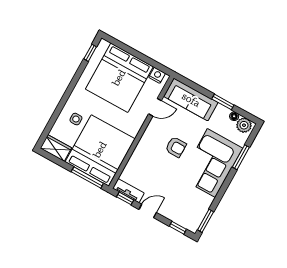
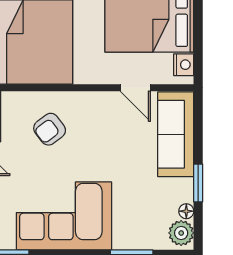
armchair: (176, 147) -> (50, 129), moved, turned 53
corner sofa: (211, 163) -> (64, 216), moved

